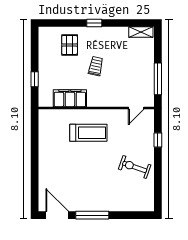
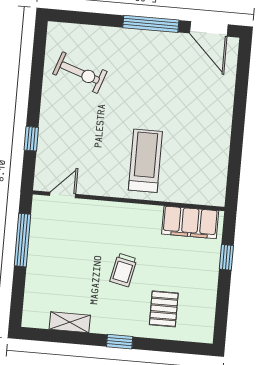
shelving: (141, 32) -> (70, 322), moved
filing cabinet: (70, 98) -> (190, 222), moved
treadmill: (88, 133) -> (145, 161), turned 90
exercise bike: (135, 167) -> (80, 73), moved

